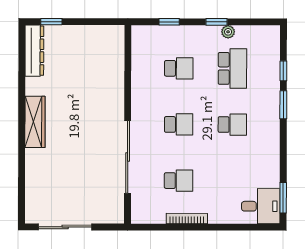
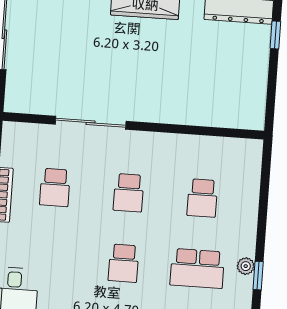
window: (169, 22) -> (264, 190), removed
window: (216, 22) -> (258, 276), moved
sliding door: (128, 157) -> (91, 123), width x0.73

